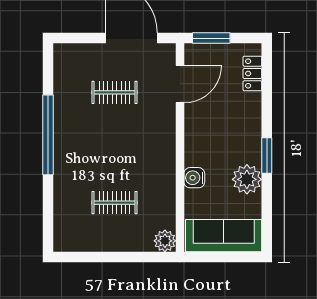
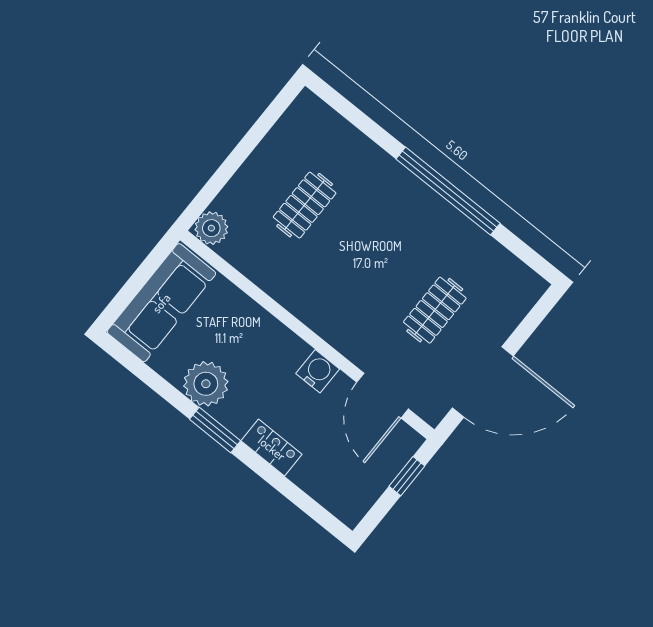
window: (211, 38) -> (407, 476), width x0.67
locker: (252, 73) -> (272, 448), moved
water cooler: (194, 178) -> (318, 371), moved

